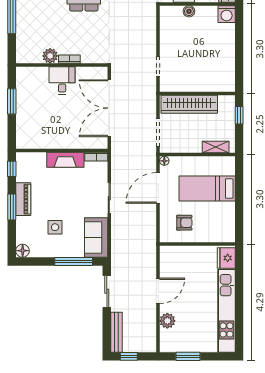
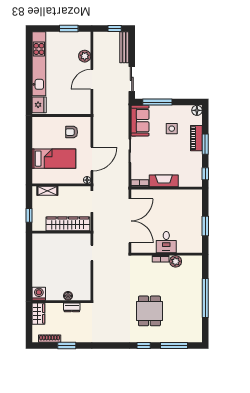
piano: (23, 199) -> (196, 138), moved

